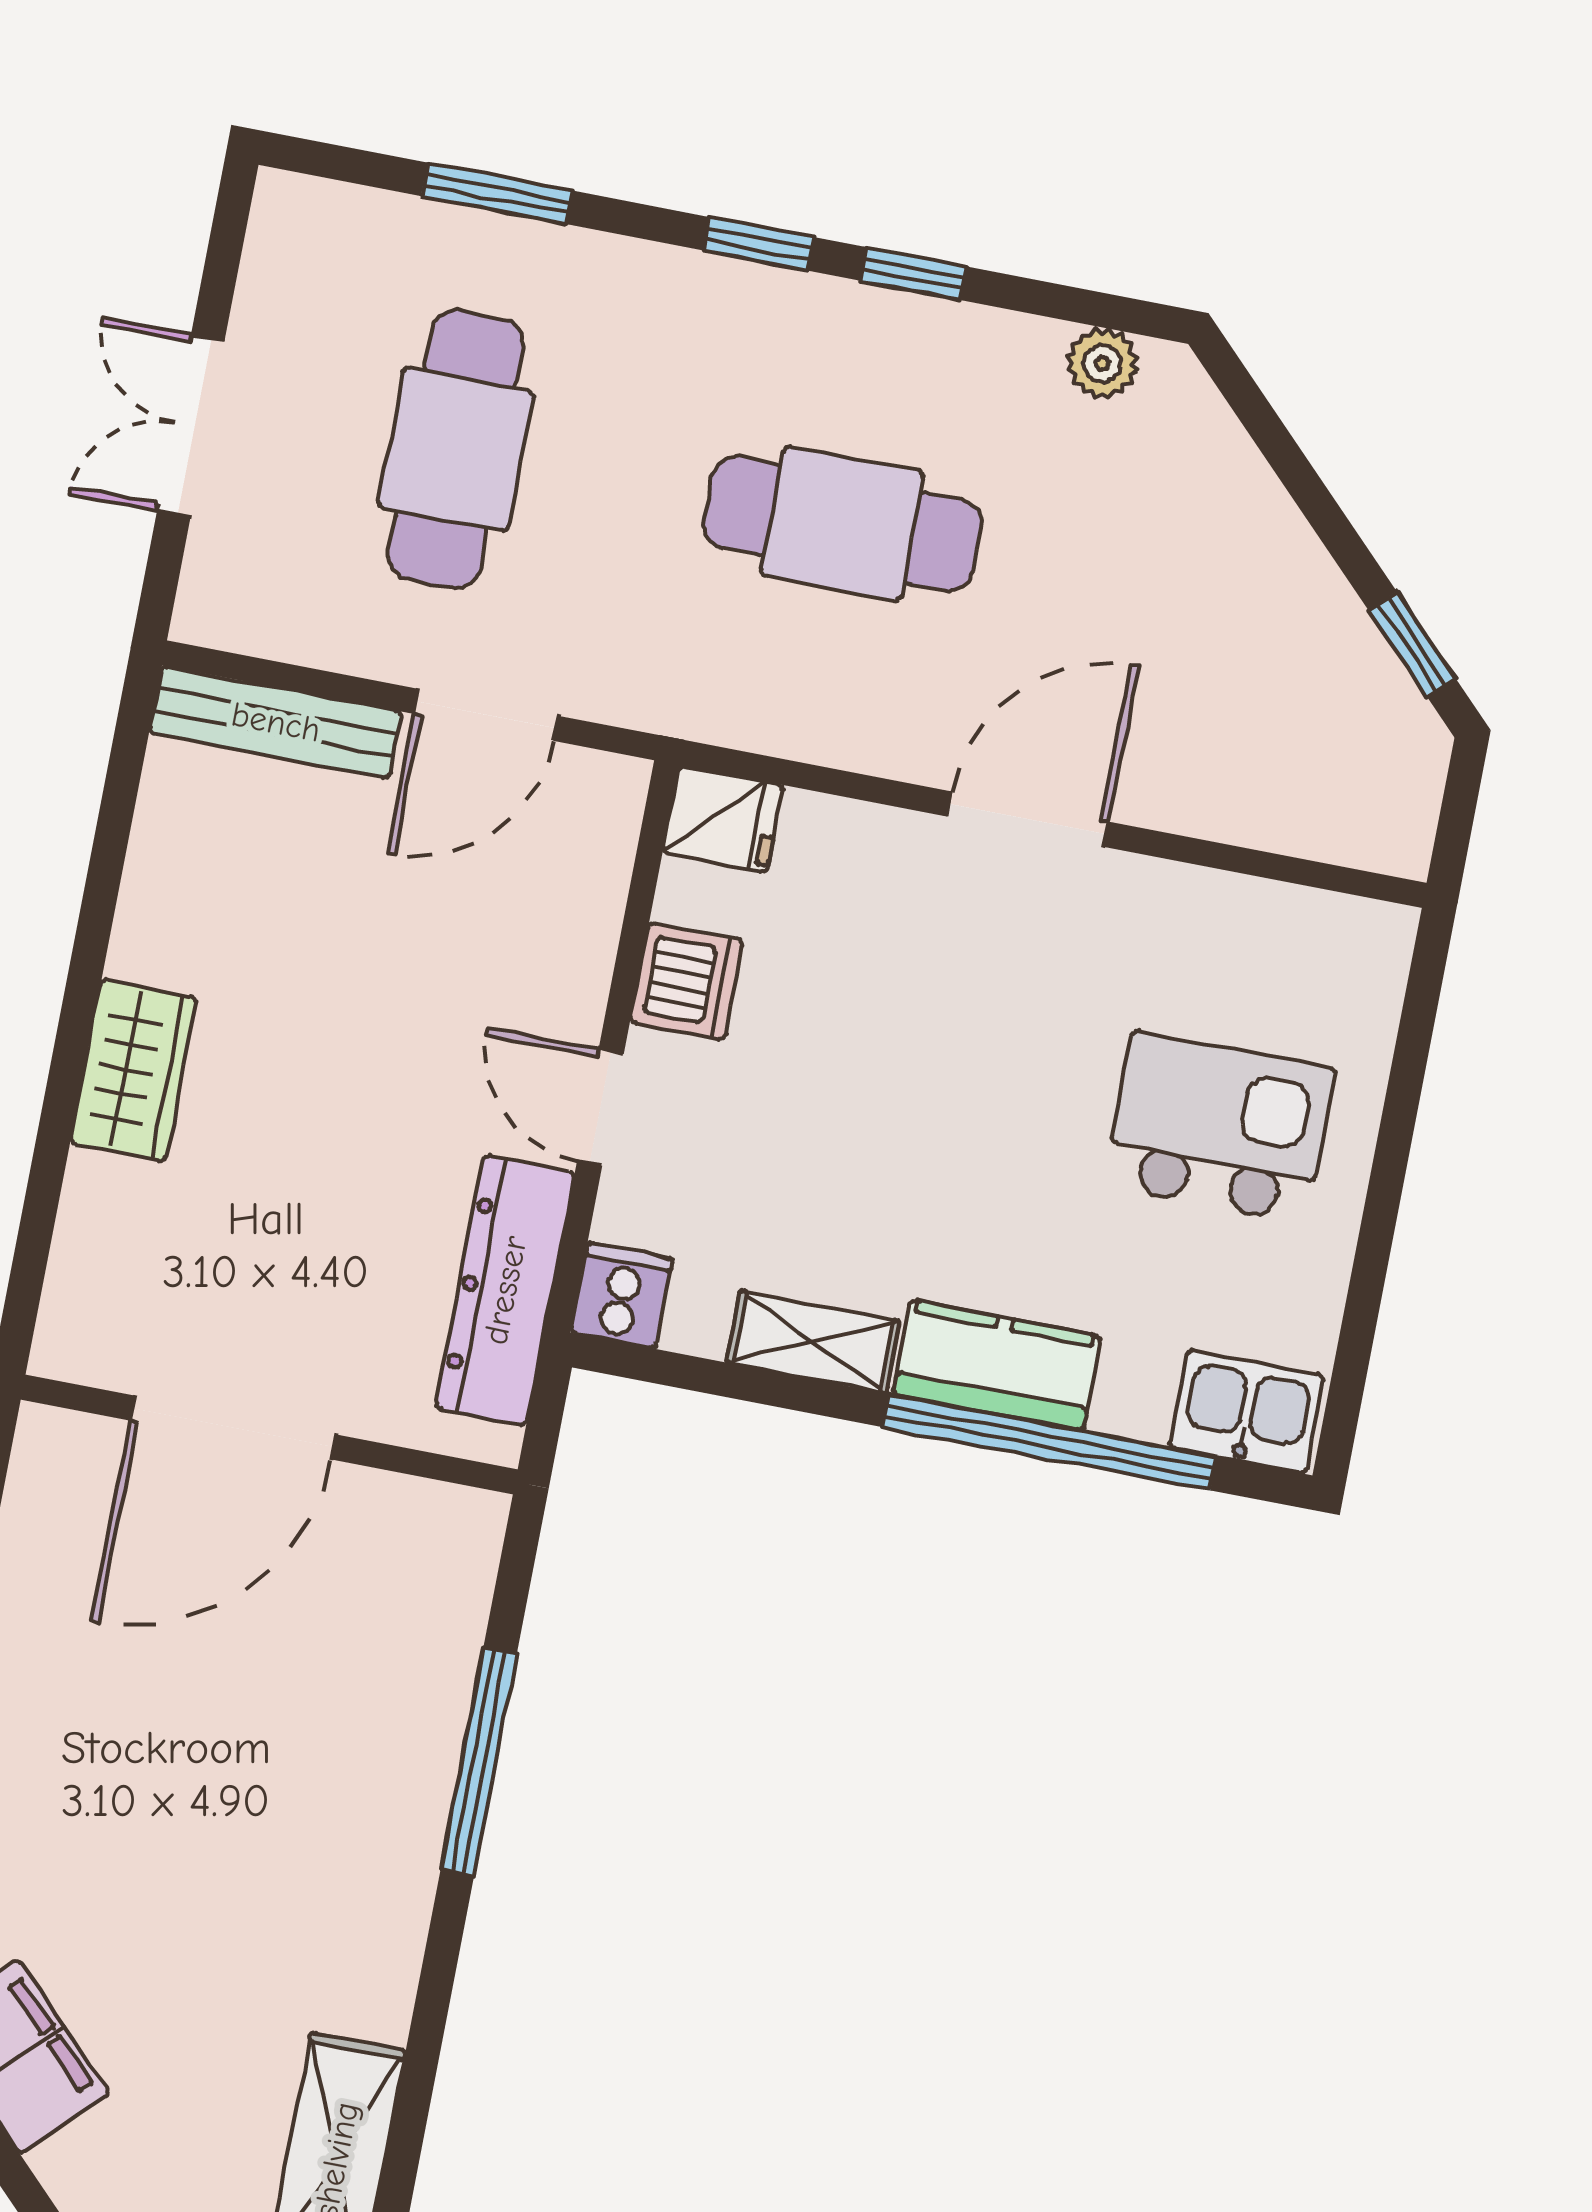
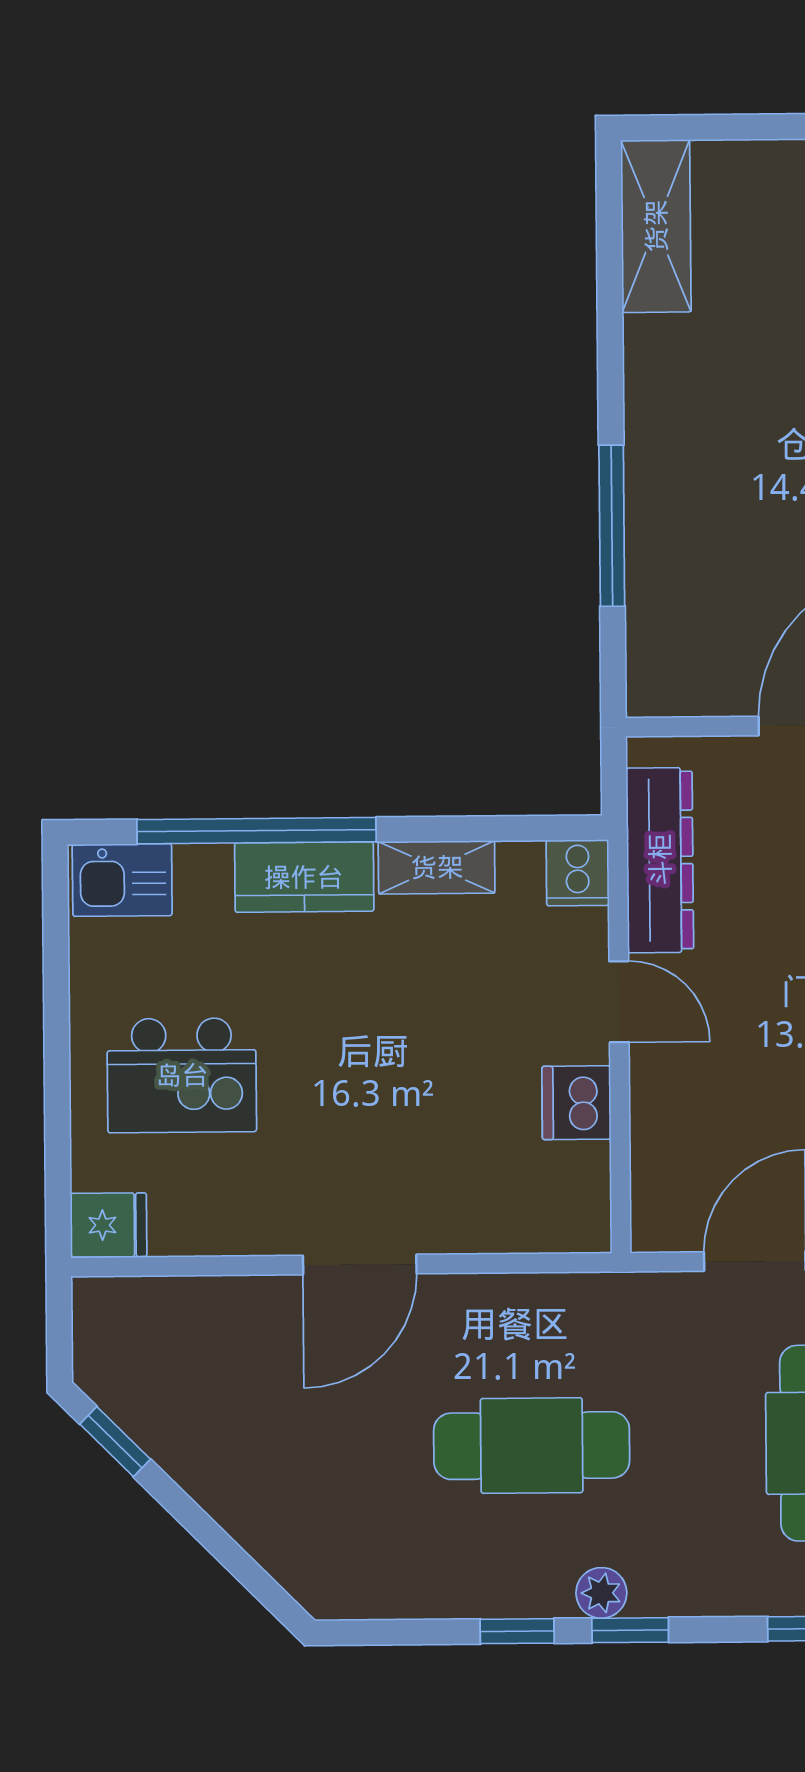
plant: (1102, 363) -> (601, 1593), moved
fridge: (723, 819) -> (109, 1225), moved, turned 180

